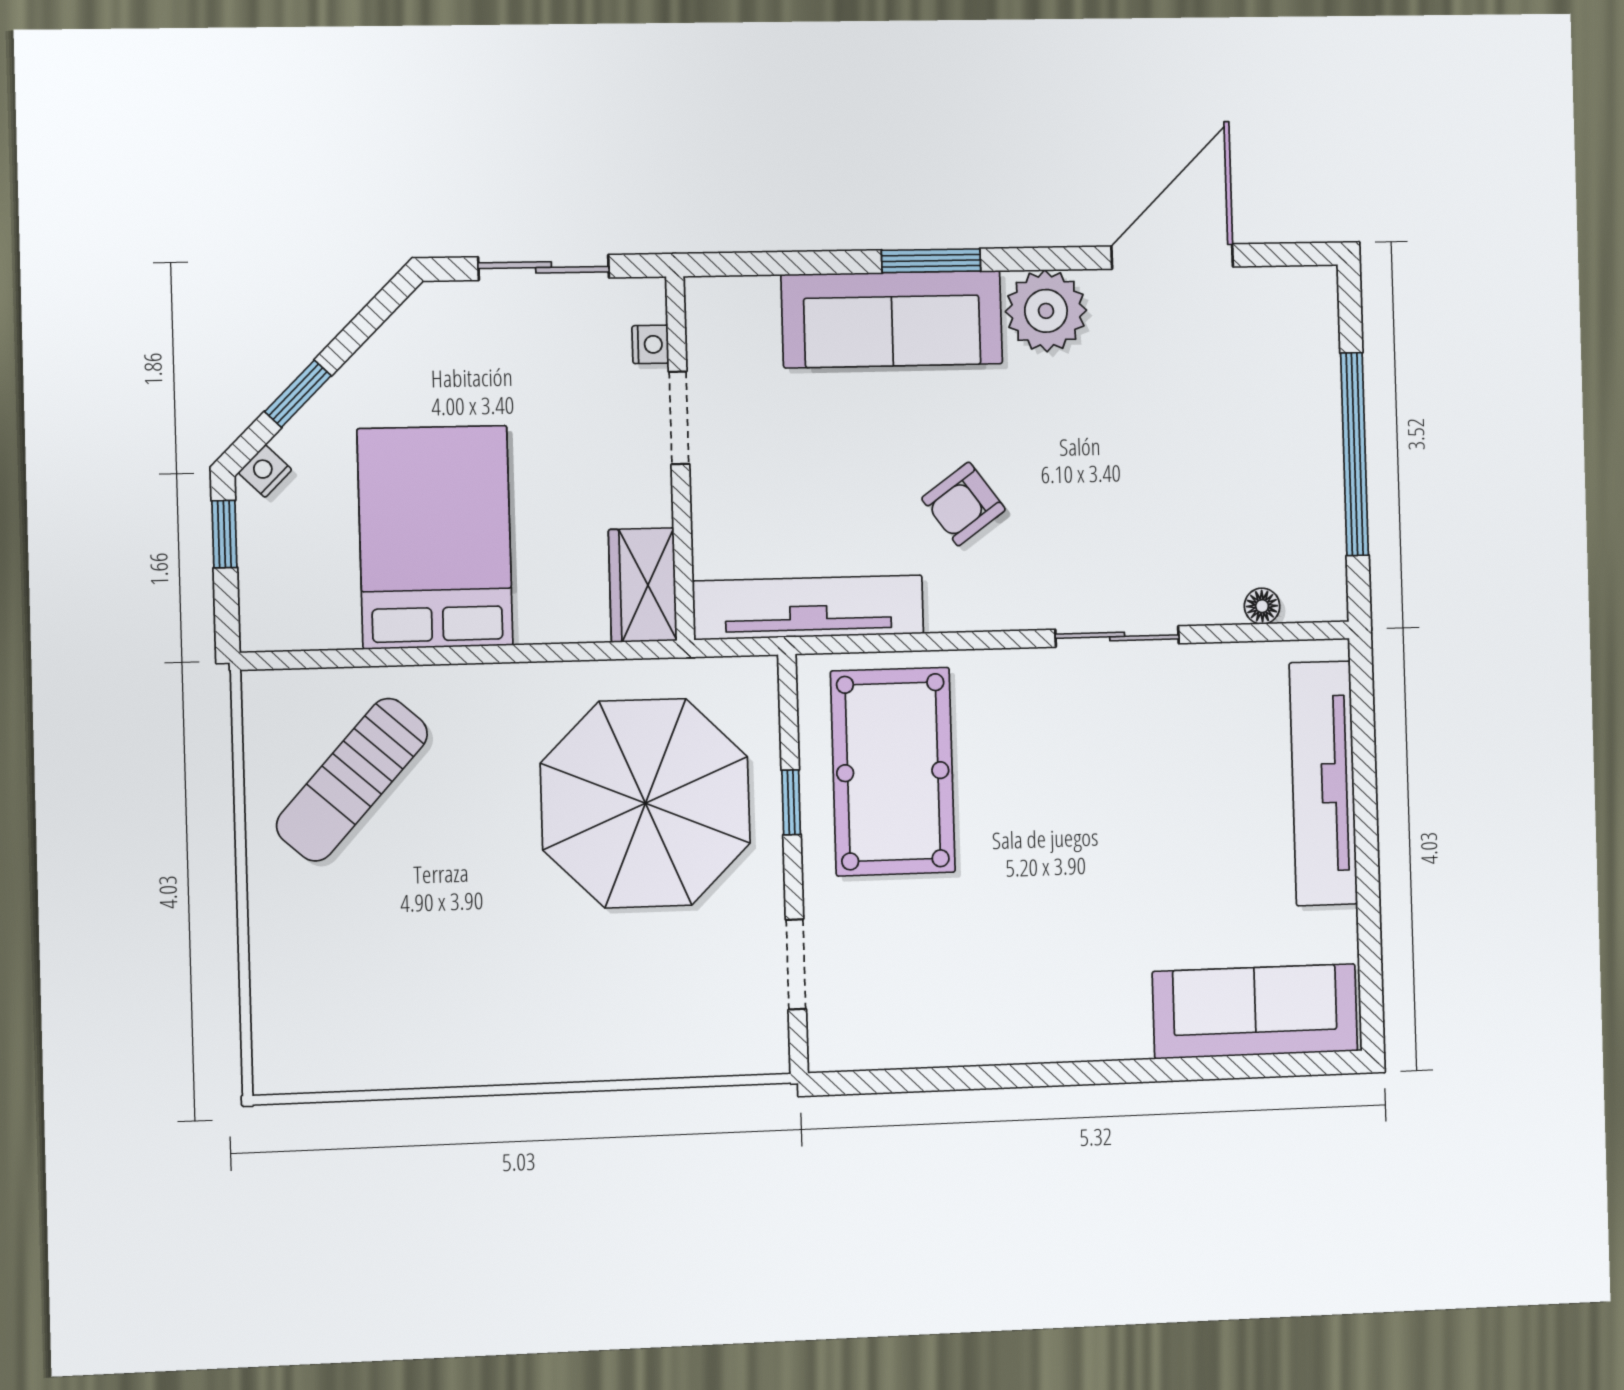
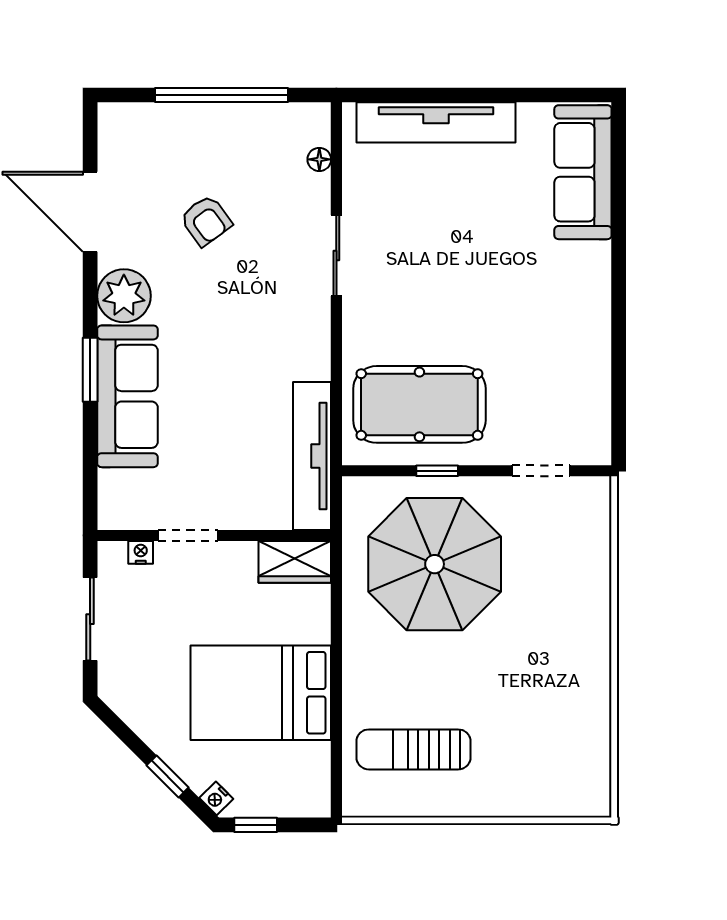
armchair: (964, 504) -> (206, 221), moved
sun lounger: (352, 780) -> (413, 749), turned 138

